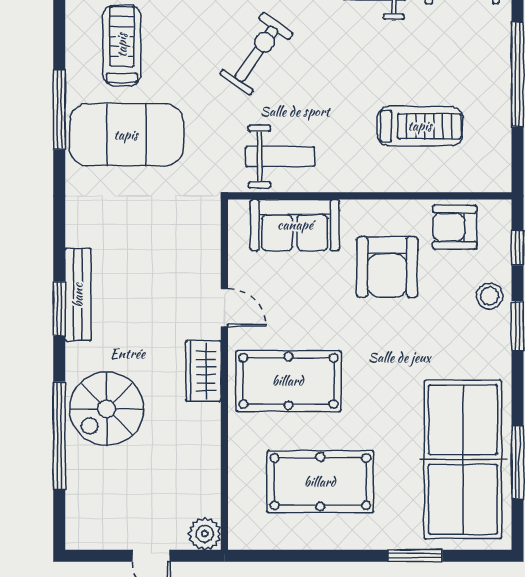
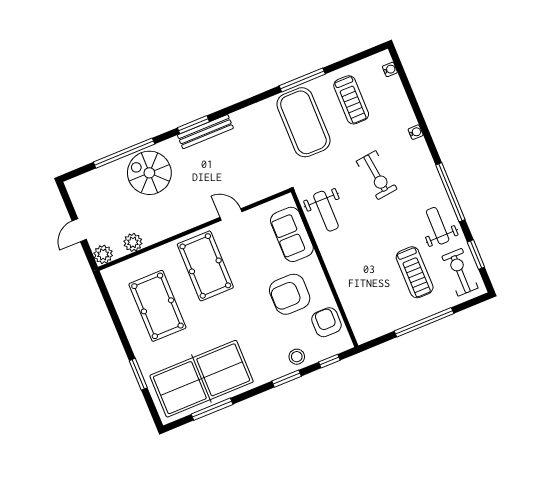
treadmill: (122, 45) -> (351, 100), turned 90
exercise bike: (256, 54) -> (377, 175), turned 48
treadmill: (420, 126) -> (415, 272), moved
door: (224, 308) -> (231, 215), swing flipped
wardrobe: (203, 371) -> (192, 217), removed
plant: (205, 479) -> (133, 242), added

